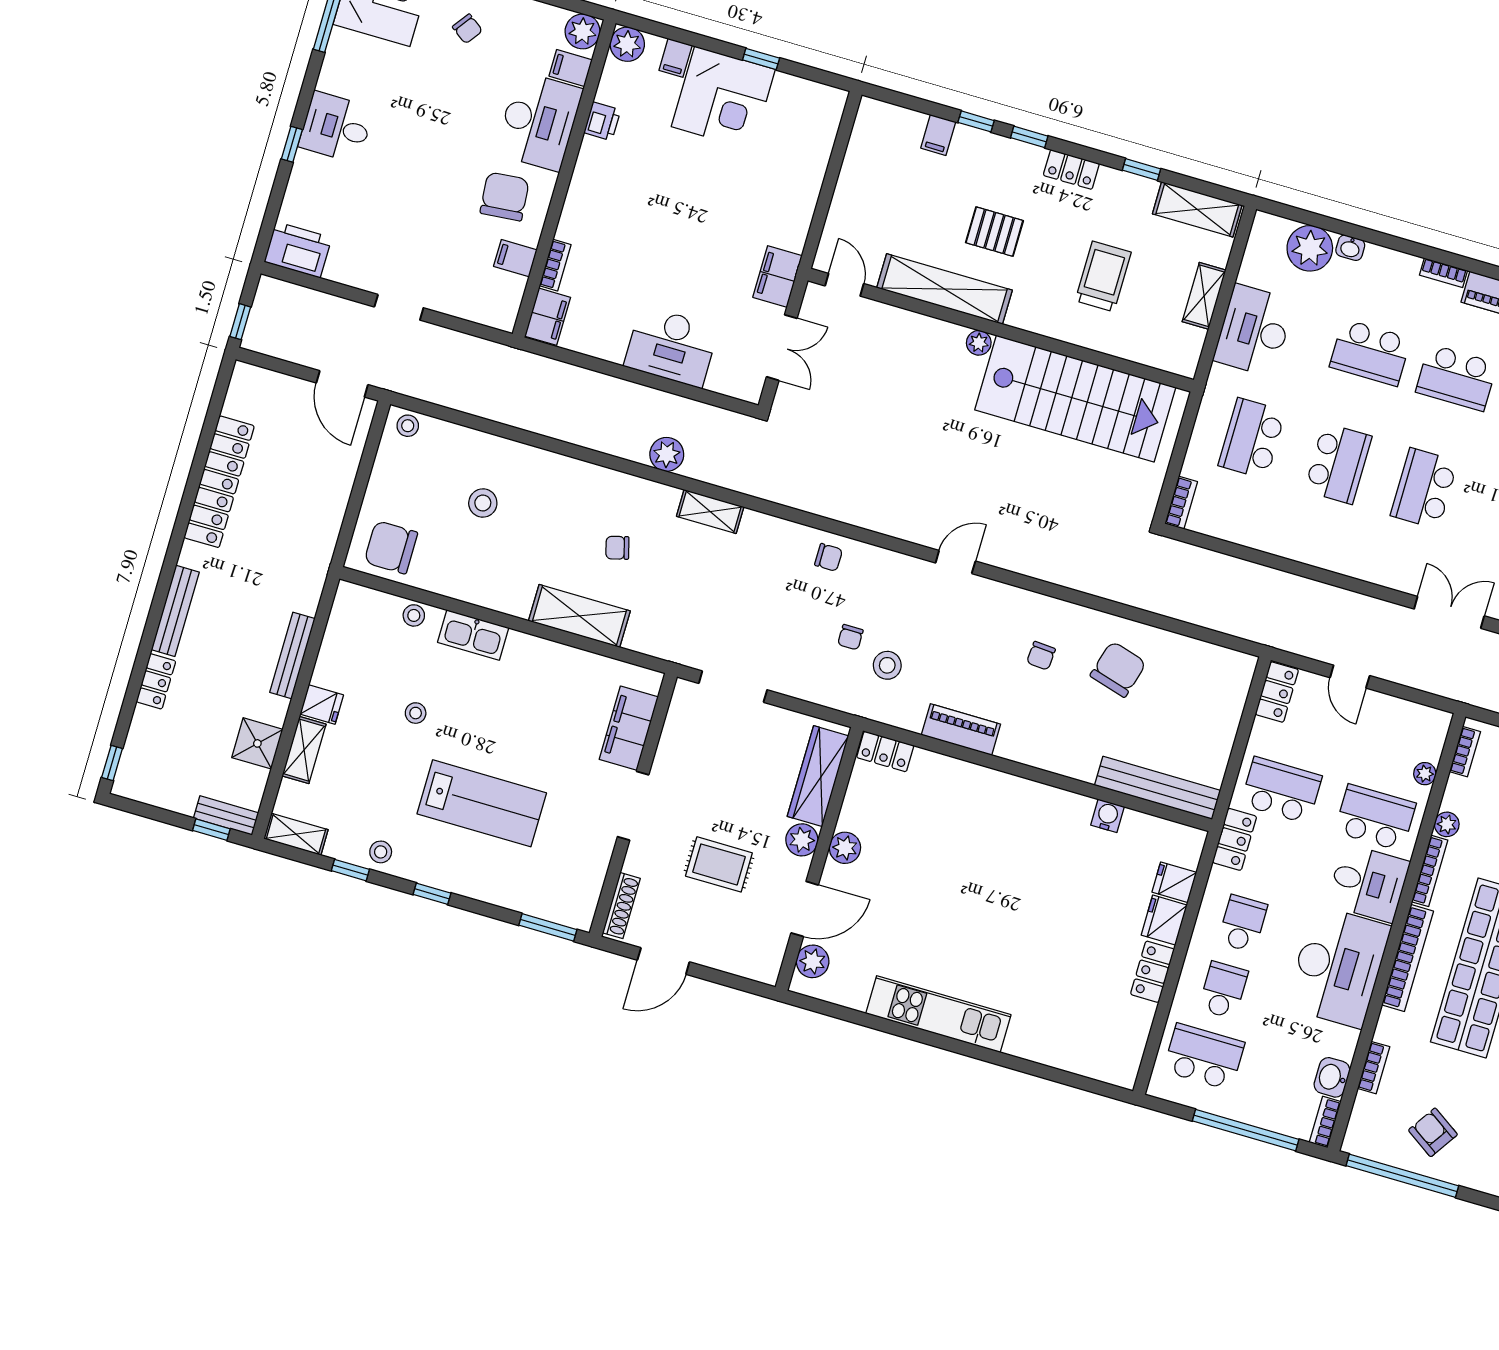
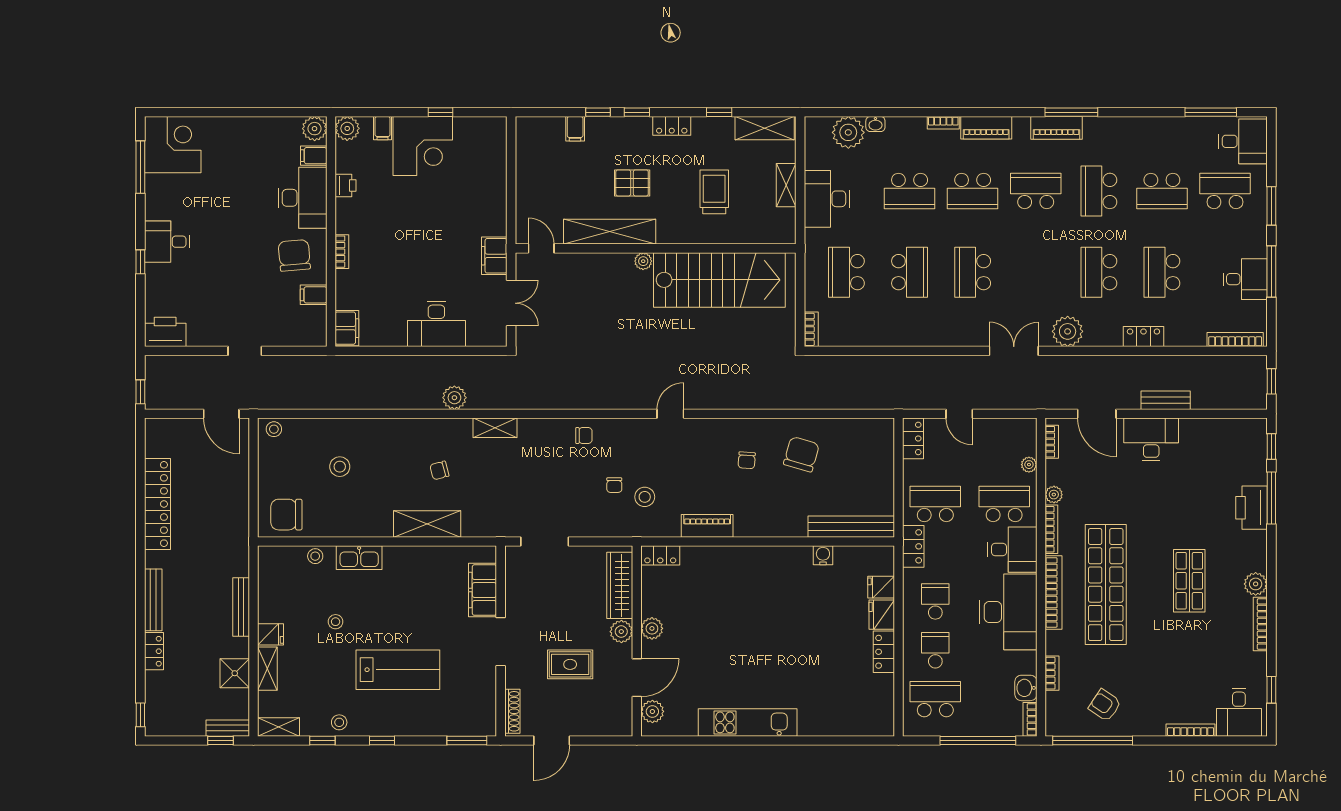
chair: (467, 29) -> (236, 149), removed
bookcase: (555, 265) -> (342, 252), moved

